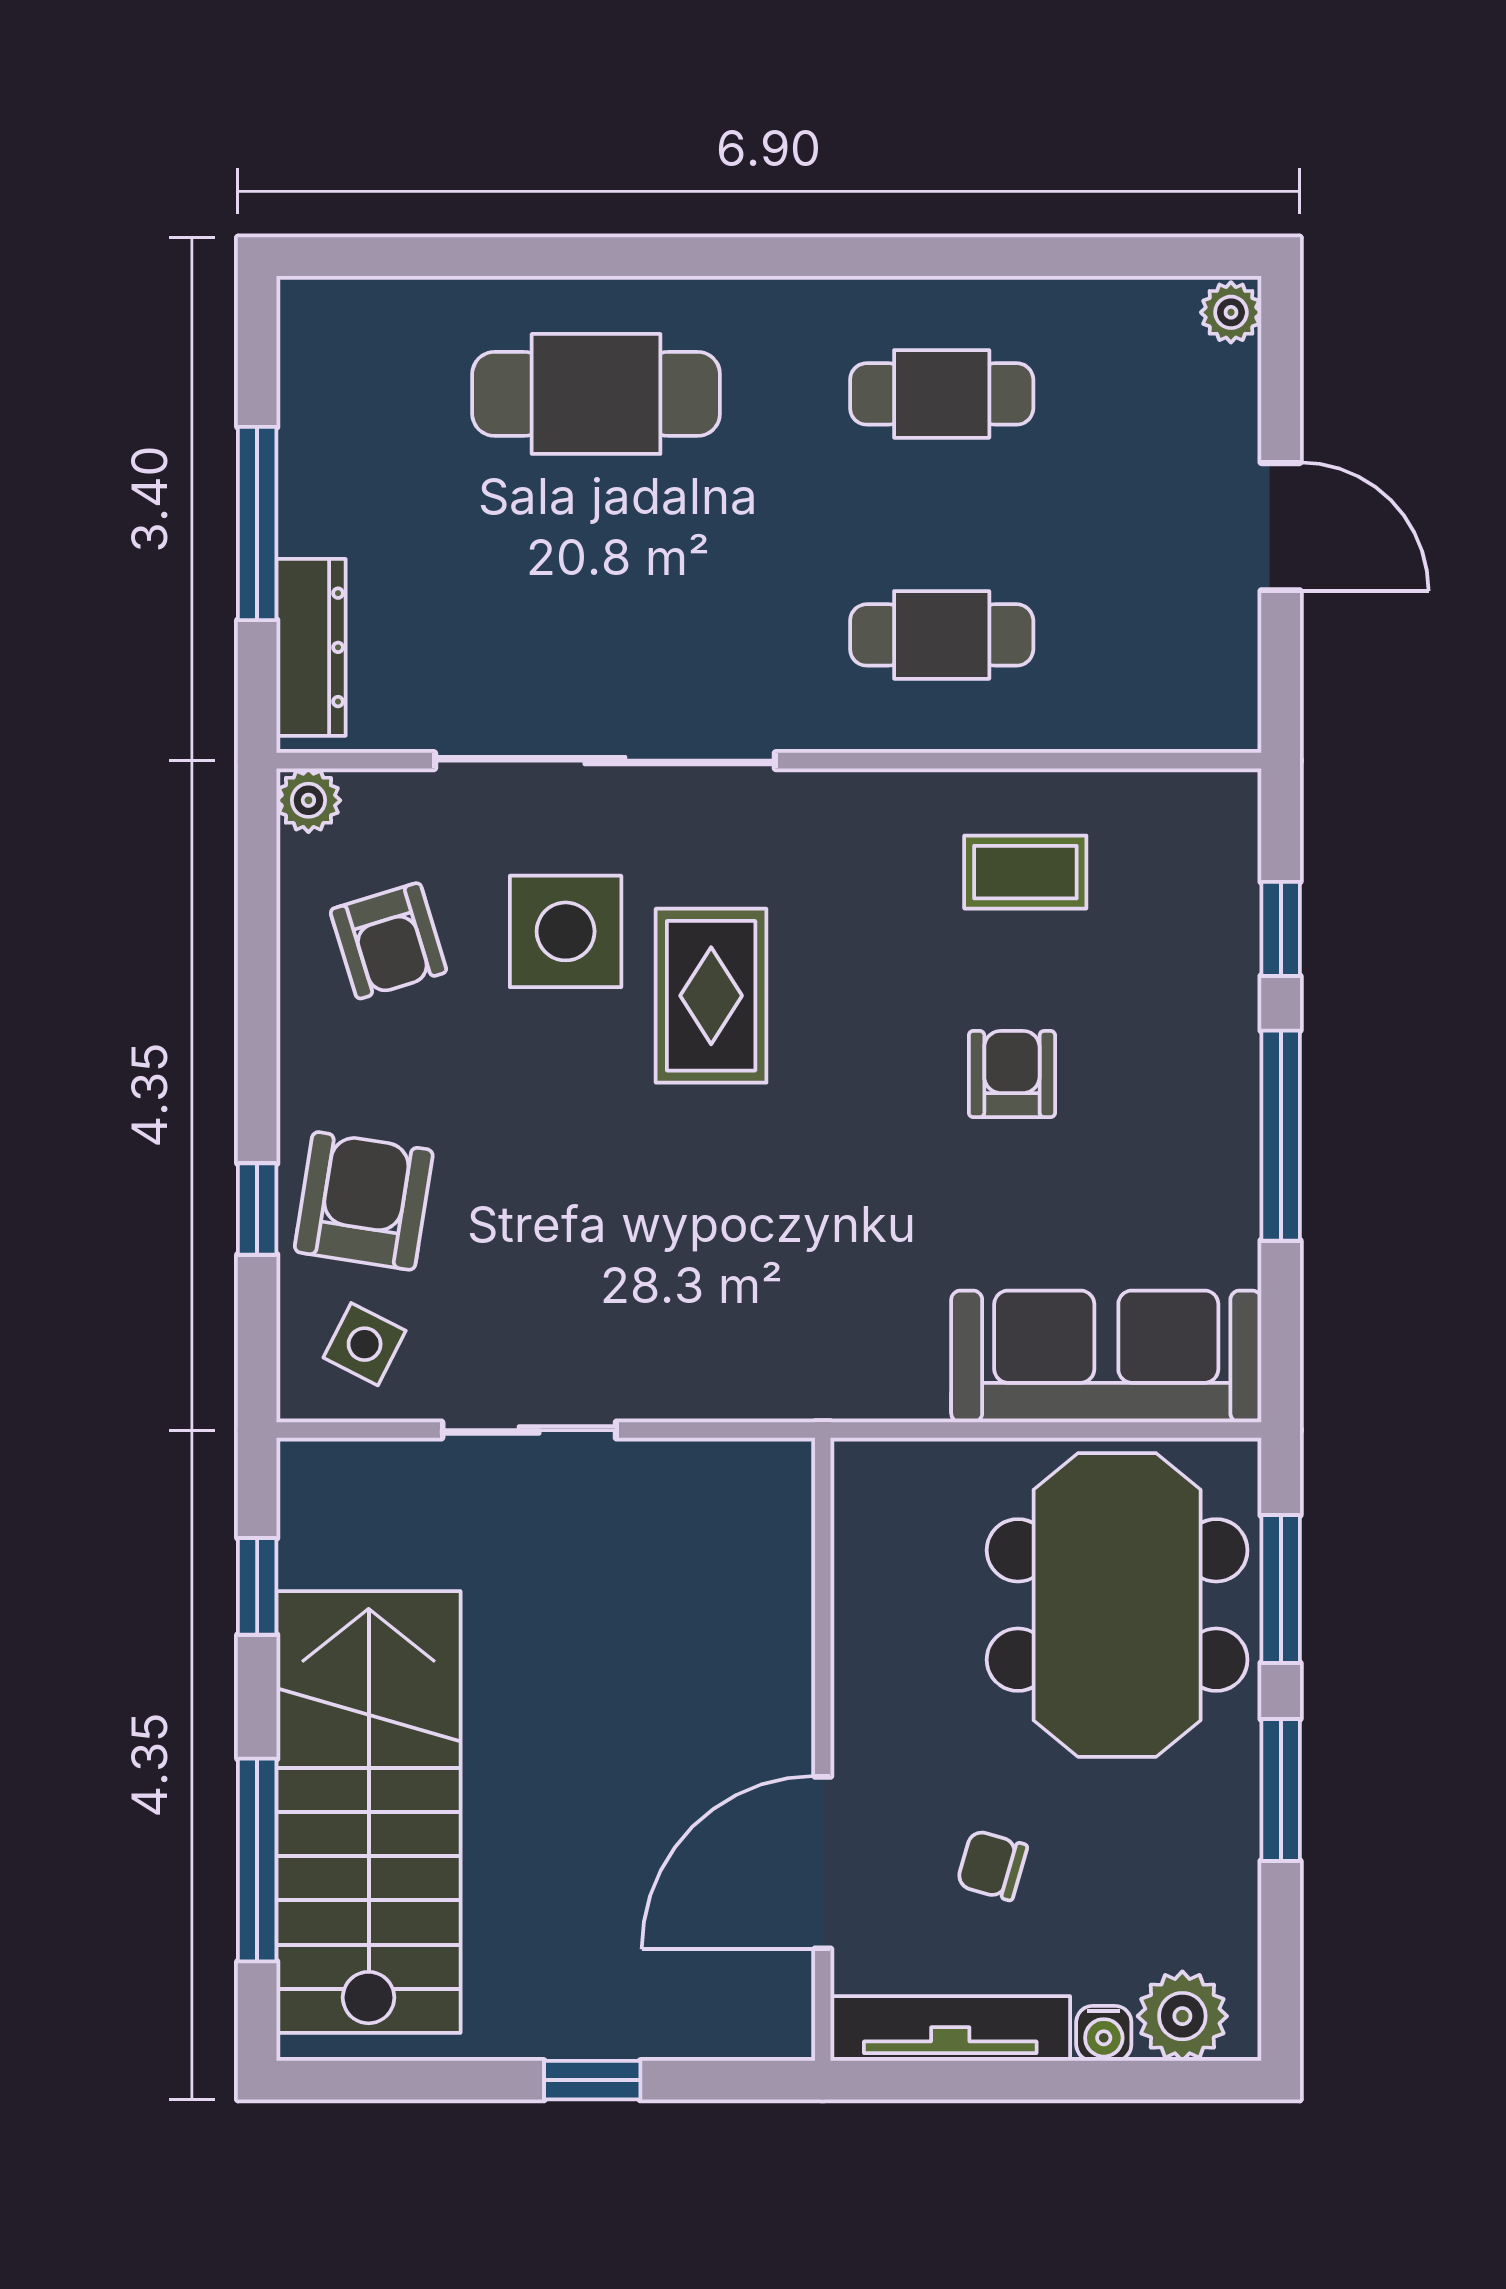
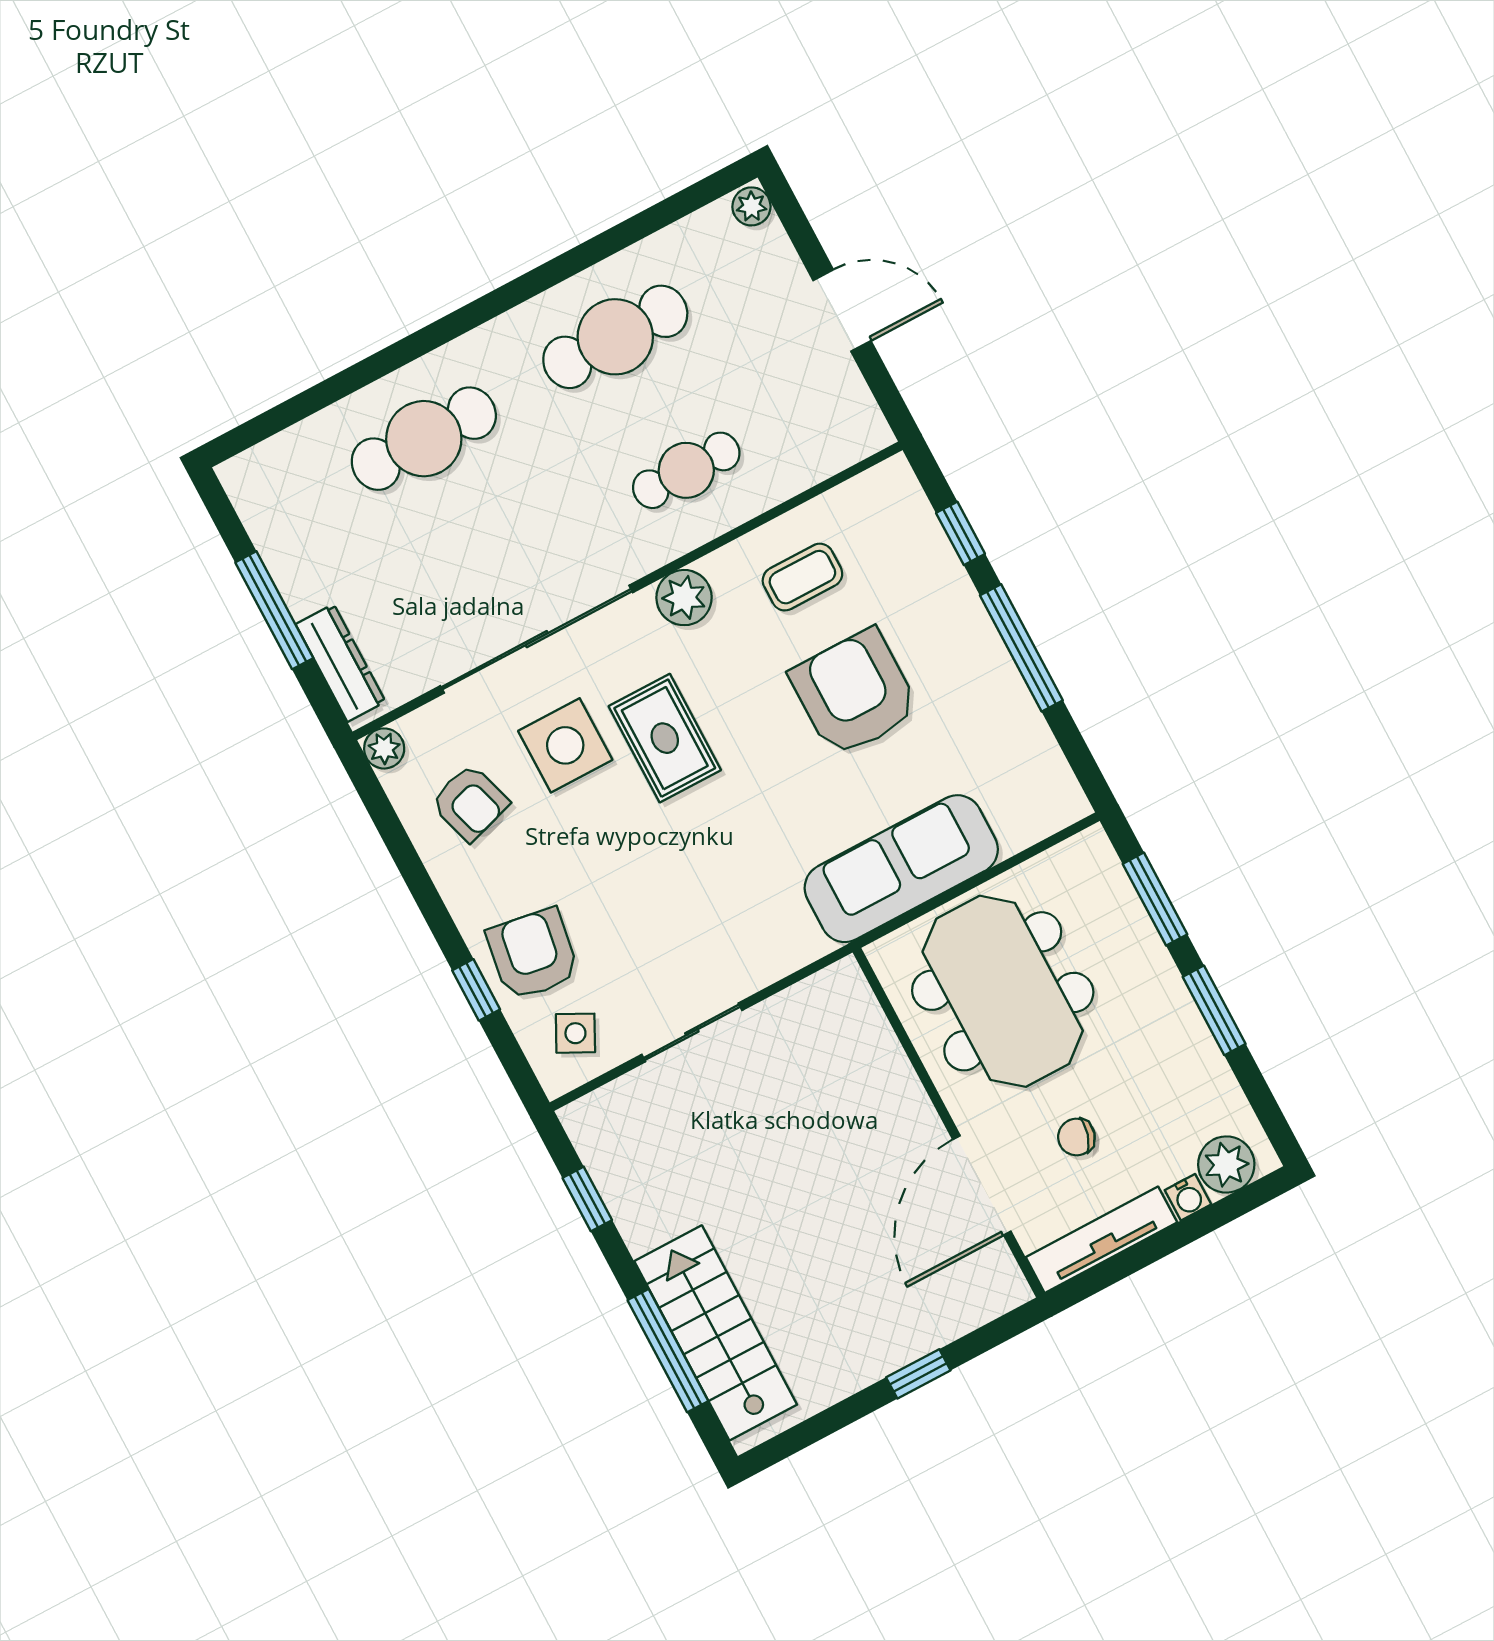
cafe table: (942, 394) -> (615, 337), width x1.37, depth x1.35
plant: (843, 812) -> (684, 598), added
armchair: (1012, 1074) -> (854, 693), width x1.88, depth x1.88
sofa: (1106, 1356) -> (901, 869), moved
meeting table: (1117, 1605) -> (1003, 991), moved
stairs: (369, 1812) -> (716, 1333), width x0.73, depth x0.66

